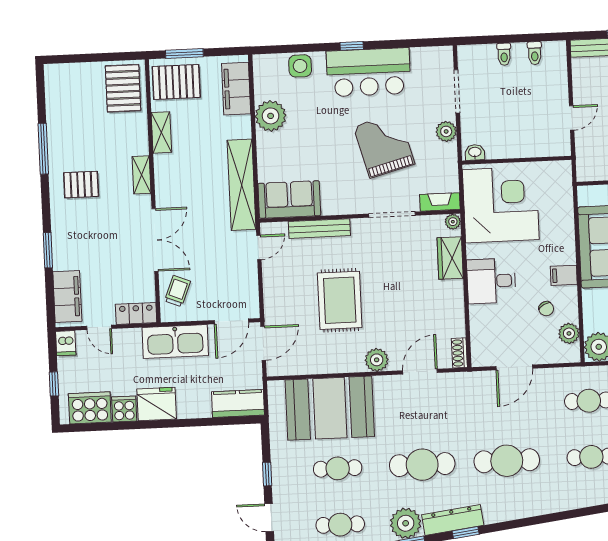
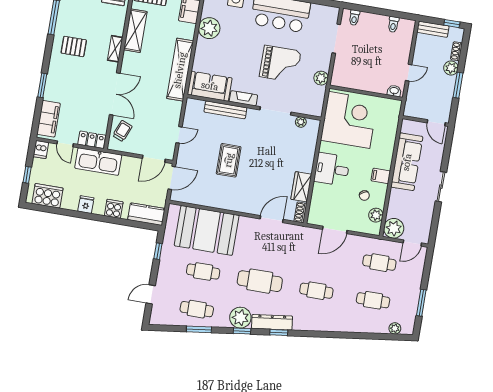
toilet: (504, 54) -> (354, 18), moved
plant: (446, 131) -> (321, 78), moved
shelving: (161, 132) -> (135, 31), width x1.50, depth x1.33
grand piano: (384, 145) -> (280, 64), turned 105
washbasin: (475, 152) -> (394, 91), moved
fireplace: (440, 202) -> (243, 98), moved
plant: (453, 222) -> (301, 122), moved
door: (259, 247) -> (179, 135), moved
wardrobe: (450, 258) -> (301, 187), moved
rug: (340, 300) -> (229, 160), width x0.73, depth x0.70
kitchen sink: (175, 342) -> (98, 162), moved
plant: (377, 360) -> (245, 205), removed
fridge: (157, 404) -> (86, 205), width x0.53, depth x0.75
cooker: (124, 409) -> (114, 209), moved
cafe table: (507, 461) -> (316, 291), width x0.73, depth x0.74
window: (267, 474) -> (158, 251), moved
door: (269, 518) -> (151, 294), hinge flipped

